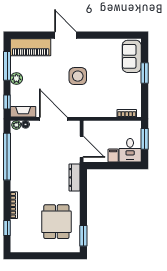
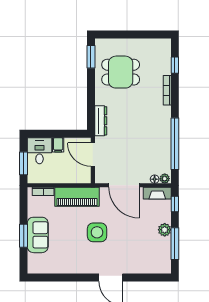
piano: (31, 47) -> (77, 197), moved, turned 180
sofa: (132, 56) -> (38, 235), moved
dining table: (56, 222) -> (121, 72), turned 90

